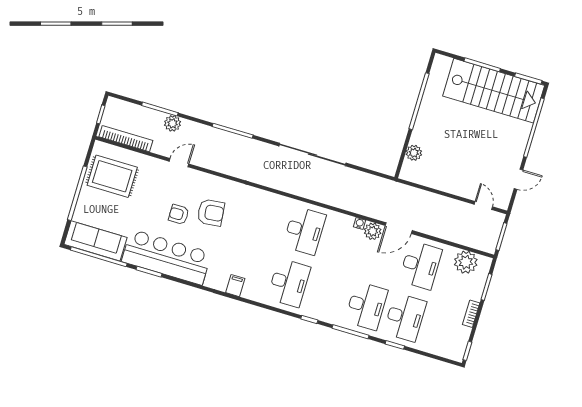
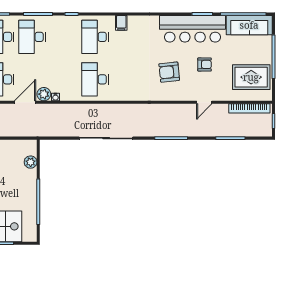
plant: (172, 123) -> (218, 130), removed
armchair: (179, 214) -> (205, 64), moved
filing cabinet: (235, 286) -> (121, 23), moved

